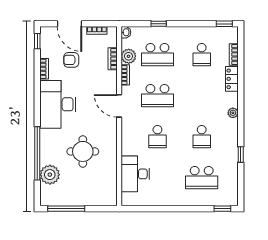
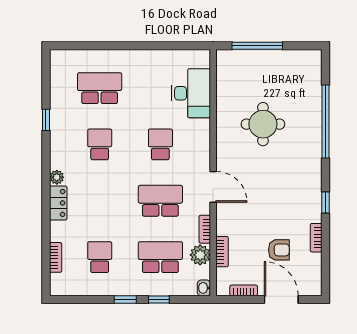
window: (224, 24) -> (125, 300), moved
window: (37, 41) -> (325, 202), moved
locker: (232, 79) -> (58, 203), moved
desk: (58, 104) -> (297, 189), removed
plant: (50, 175) -> (308, 92), removed
window: (66, 209) -> (257, 46), moved
window: (222, 209) -> (71, 46), removed

